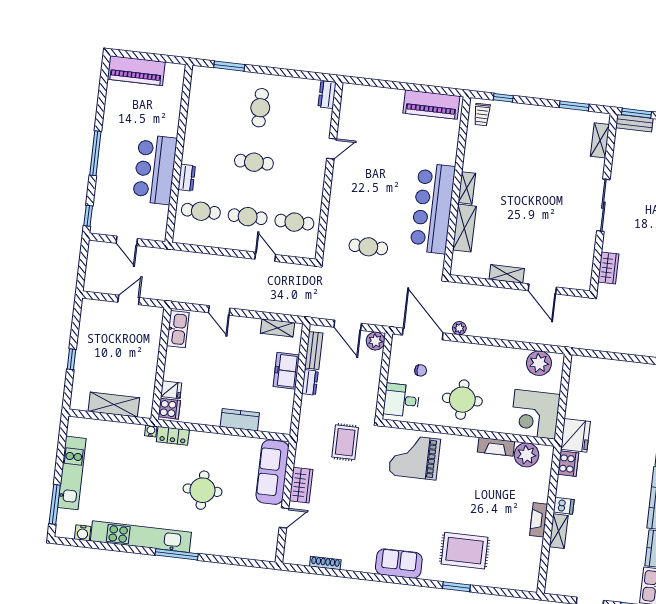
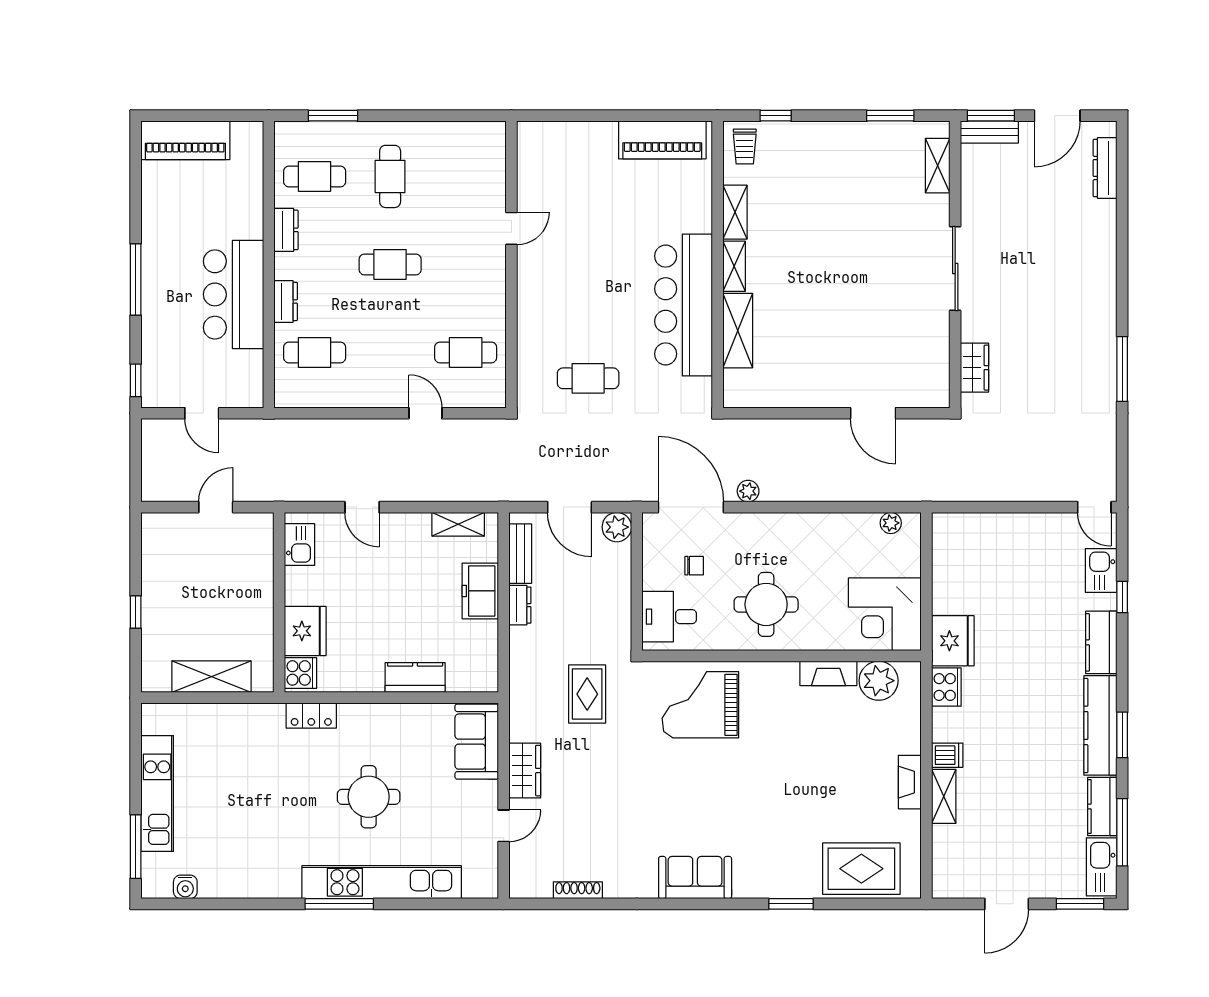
dresser: (327, 95) -> (286, 230), moved, turned 180
cafe table: (248, 217) -> (315, 176), moved
shelving: (507, 274) -> (735, 212), moved, turned 90
kitchen sink: (178, 329) -> (300, 545), width x0.73
plant: (539, 363) -> (891, 523), width x0.53, depth x0.53
fridge: (171, 390) -> (305, 631), width x1.88, depth x1.34
water cooler: (151, 431) -> (275, 712), removed
sofa: (272, 472) -> (477, 742), width x0.73
kitchen unit: (141, 537) -> (382, 882), moved
rug: (465, 551) -> (861, 869), moved

